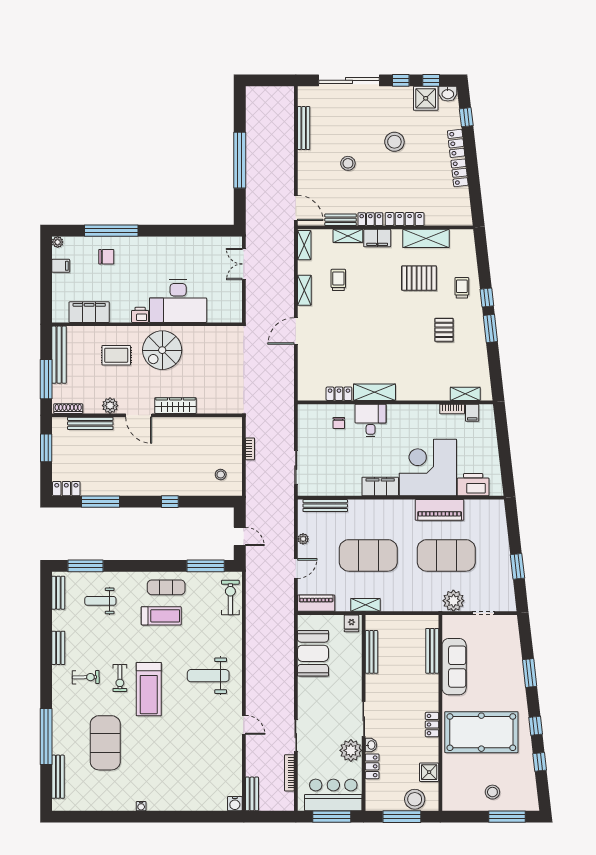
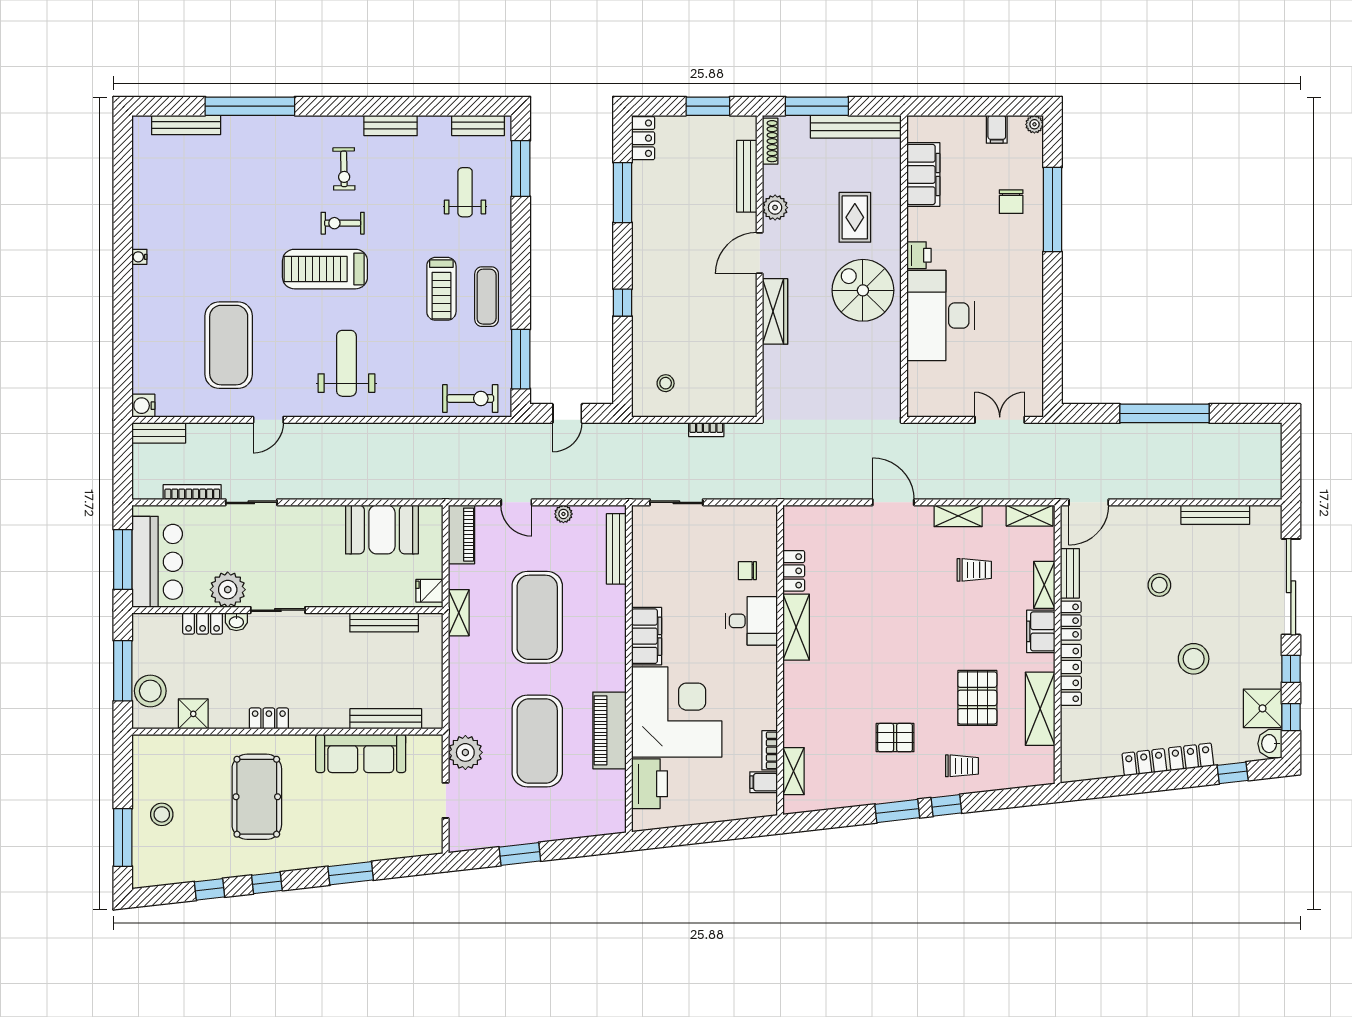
pool table: (481, 732) -> (257, 797), width x0.73, depth x0.76
exercise mat: (105, 743) -> (229, 345), moved, turned 90

